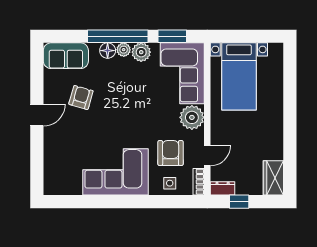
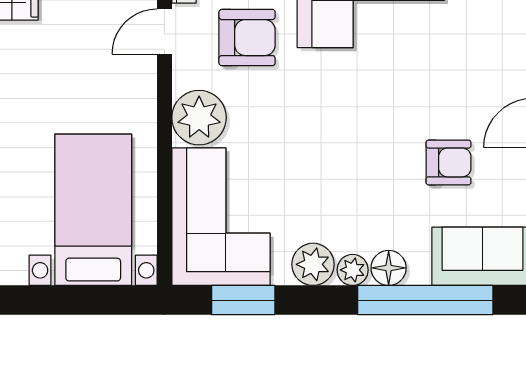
window: (118, 36) -> (425, 300), moved
armchair: (81, 97) -> (448, 162), turned -106
armchair: (171, 153) -> (247, 38), turned -90

